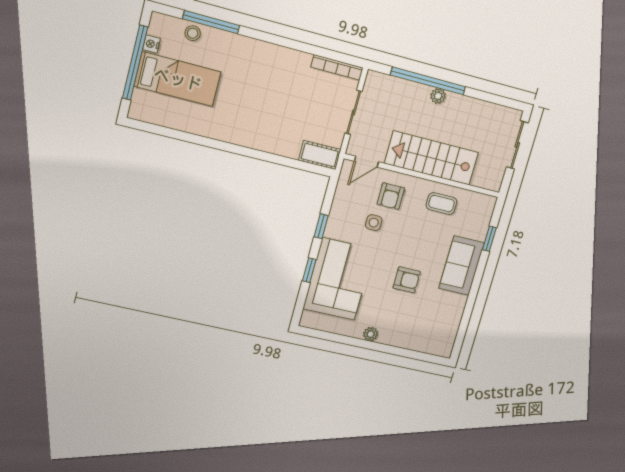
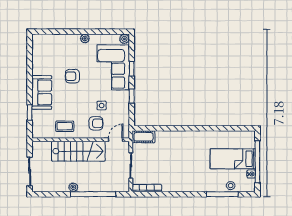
plant: (438, 96) -> (73, 187), moved
armchair: (391, 196) -> (96, 123), turned 90
plant: (308, 320) -> (124, 39), added

